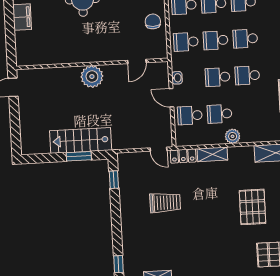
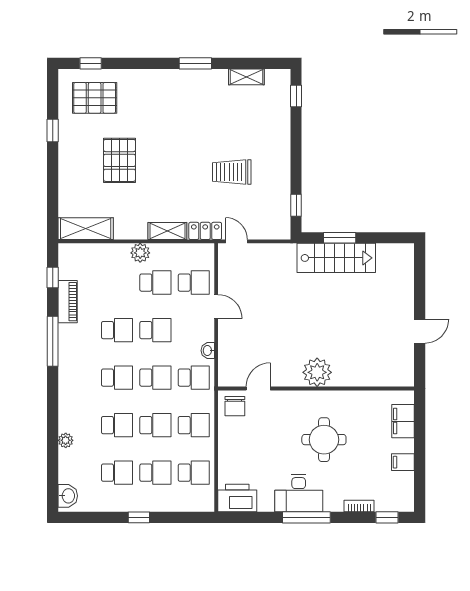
door: (137, 61) -> (258, 388), moved
wall: (92, 64) -> (316, 388), moved
plant: (92, 77) -> (317, 372), moved
washbasin: (177, 78) -> (208, 351), moved

